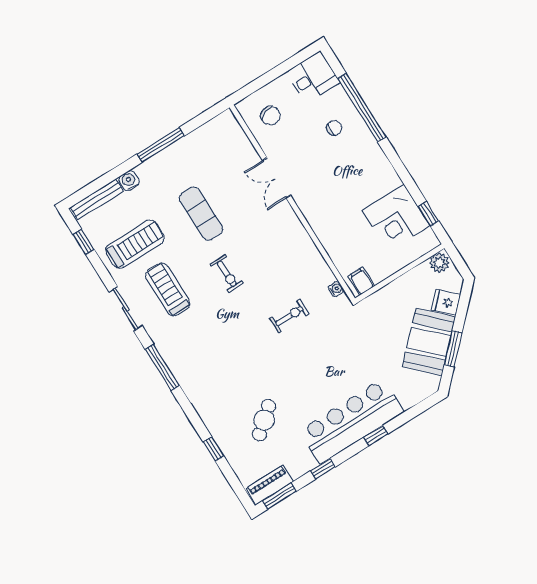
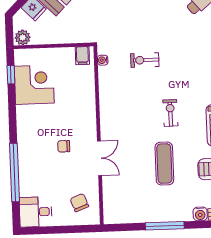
chair: (334, 128) -> (64, 146), moved

